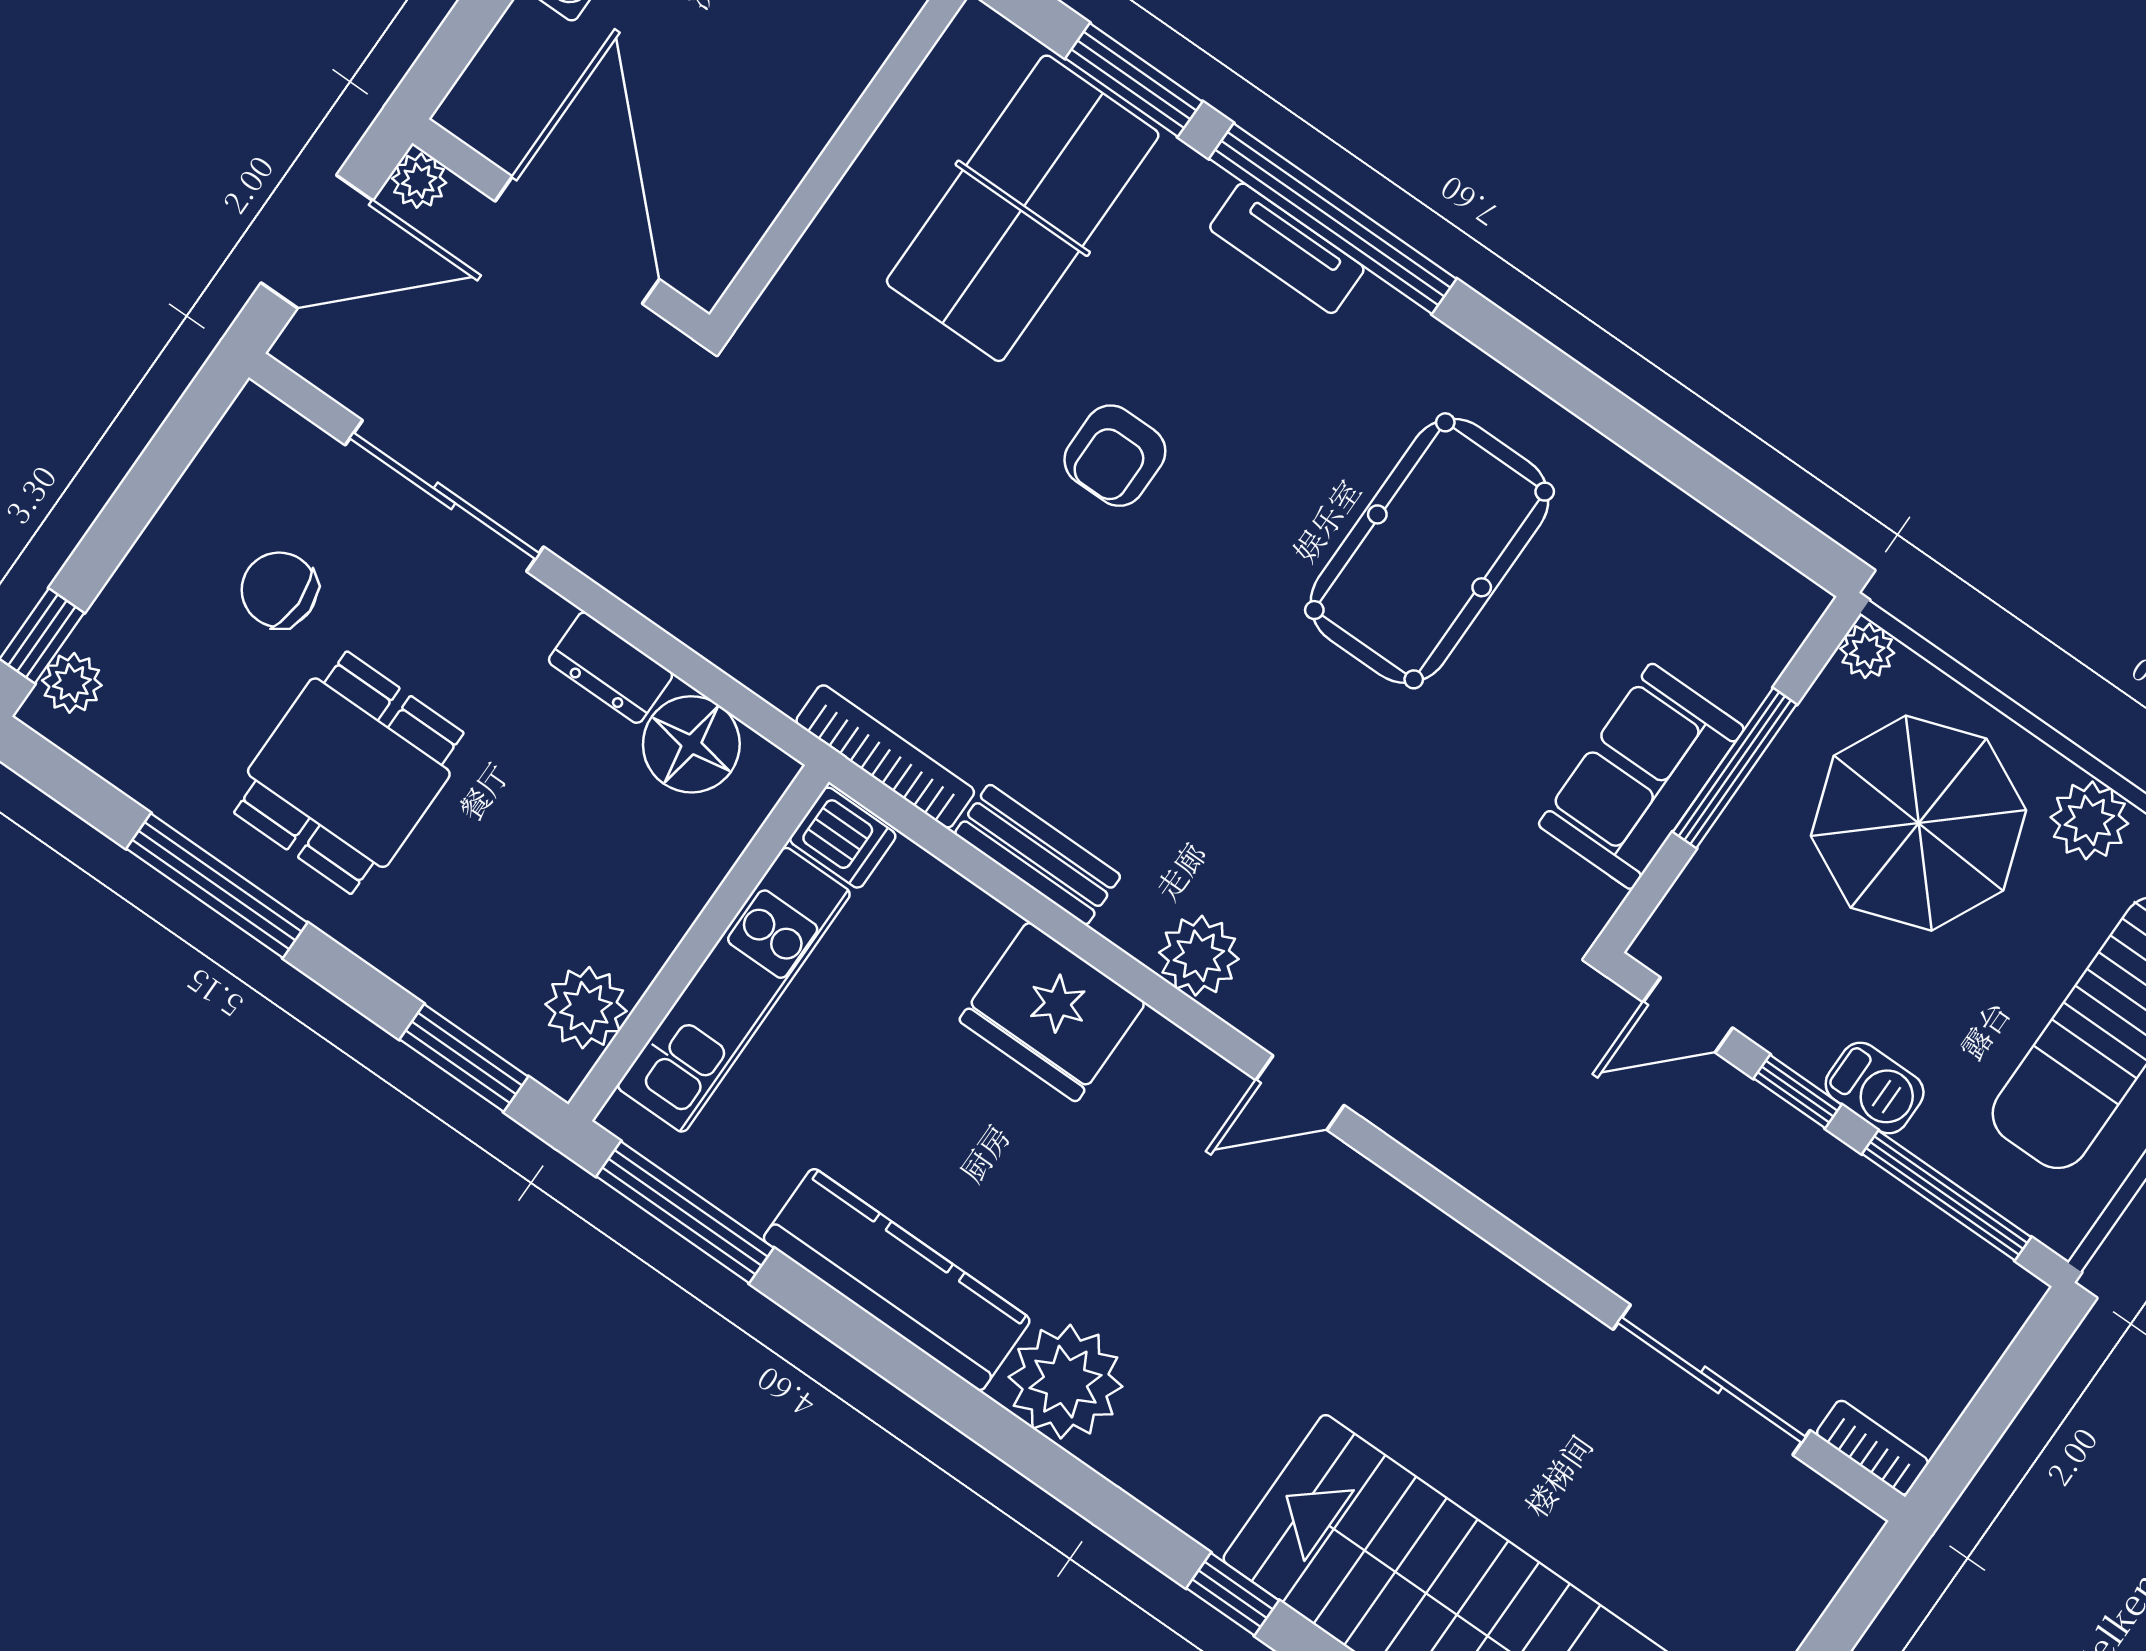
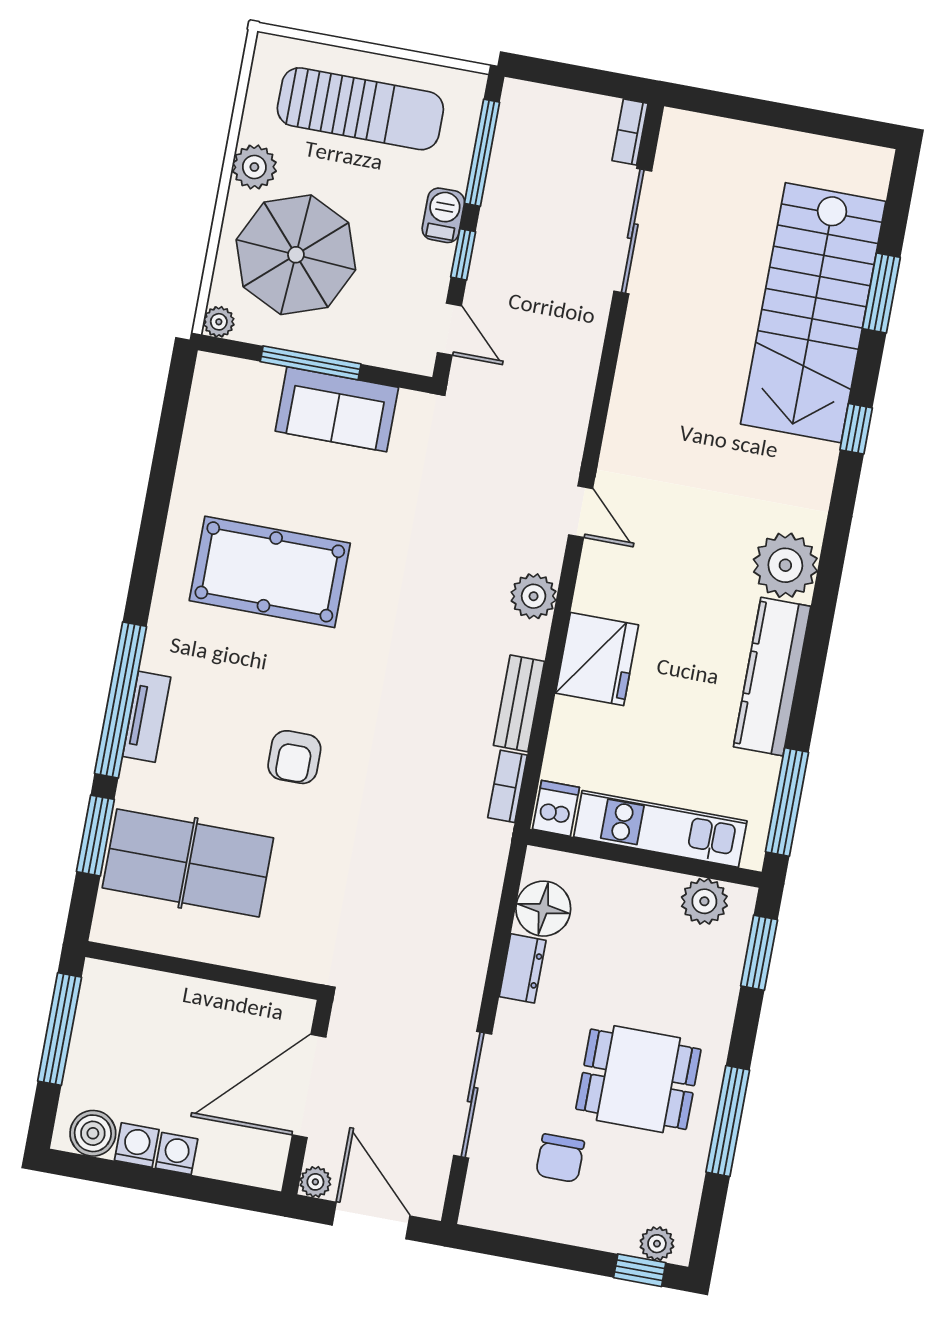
armchair: (1115, 456) -> (294, 757), turned 90
bookcase: (885, 756) -> (508, 786), width x0.64

